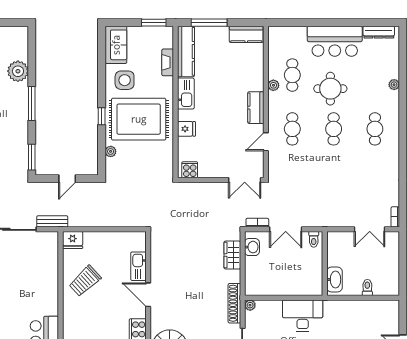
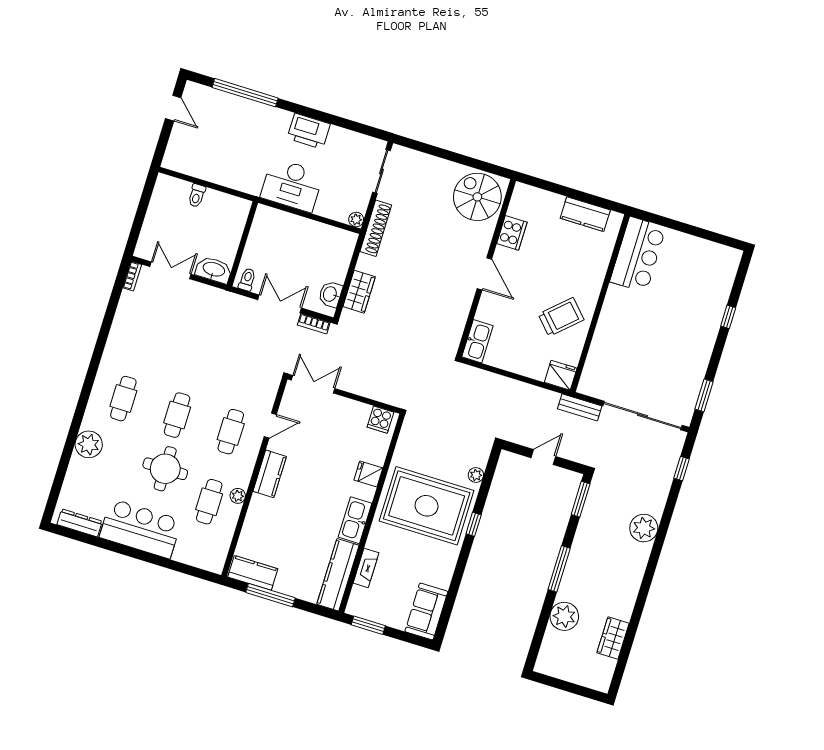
window: (209, 23) -> (270, 595), moved
side table: (125, 80) -> (429, 562), removed
plant: (394, 85) -> (89, 444), width x1.88, depth x1.88
kitchen sink: (138, 266) -> (477, 341), moved
washbasin: (334, 279) -> (214, 270), moved, turned 90

